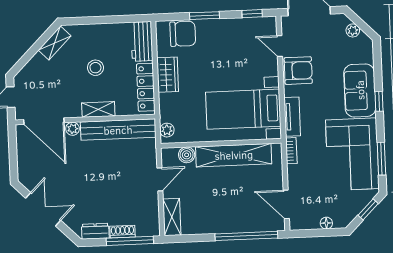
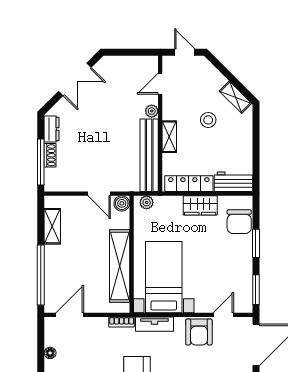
window: (252, 14) -> (256, 290), width x1.50
stool: (95, 68) -> (208, 120), moved
door: (44, 121) -> (160, 84), width x0.53
boiler: (187, 155) -> (122, 203), moved
shelving: (172, 217) -> (52, 226), moved, turned 90

